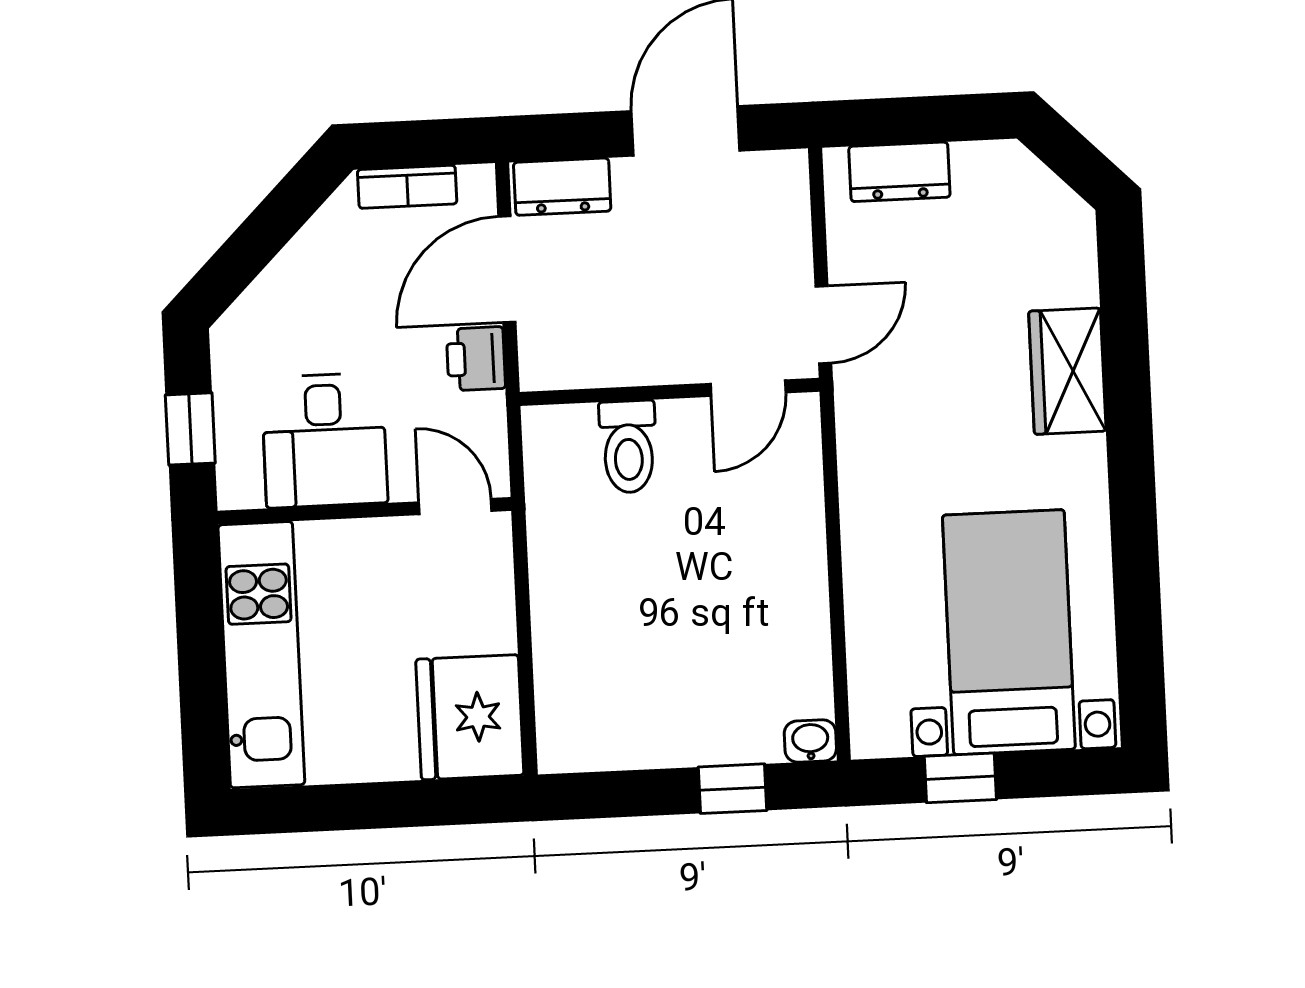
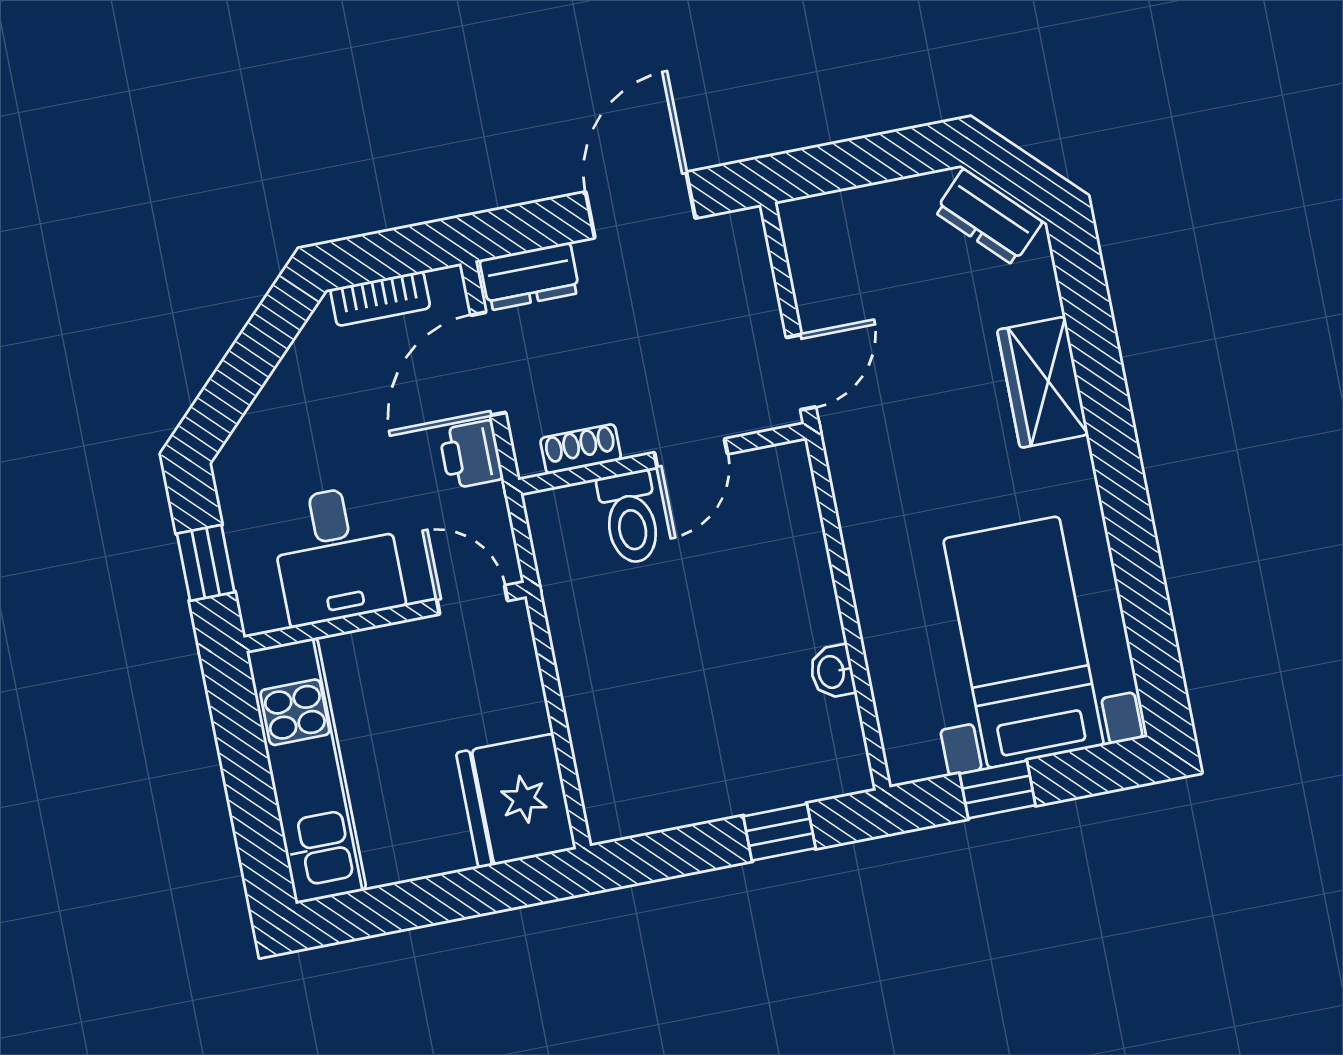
dresser: (899, 172) -> (989, 216), moved, turned 45
shoe rack: (588, 370) -> (581, 449), added
door: (748, 388) -> (691, 453), moved
washbasin: (810, 741) -> (832, 672), moved, turned -90

